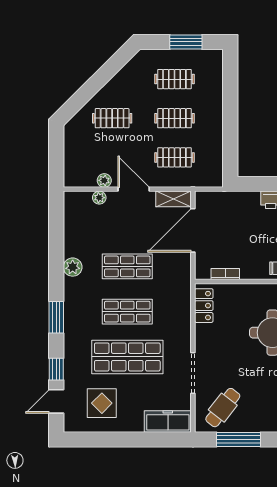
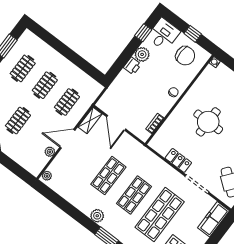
plant: (99, 198) -> (47, 176), moved
door: (193, 230) -> (116, 123), width x0.73
plant: (73, 267) -> (97, 216), moved
locker: (204, 306) -> (178, 160), moved

